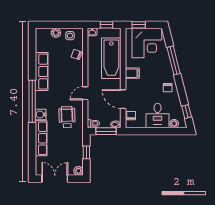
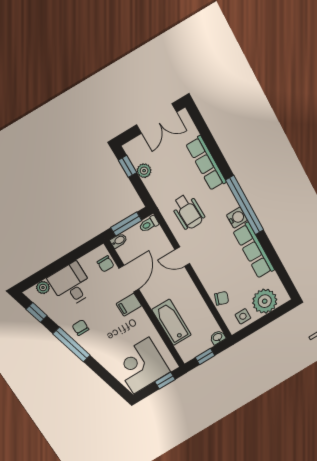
plant: (56, 33) -> (265, 301), width x1.88, depth x1.88
bathtub: (111, 58) -> (172, 322), width x0.73, depth x0.73
window: (174, 60) -> (72, 345), moved
filing cabinet: (132, 73) -> (129, 305), moved
door: (85, 93) -> (182, 257), swing flipped
door: (123, 99) -> (129, 279), hinge flipped
water cooler: (41, 114) -> (237, 218), moved
window: (86, 152) -> (127, 166), moved
plant: (78, 171) -> (144, 171), moved

